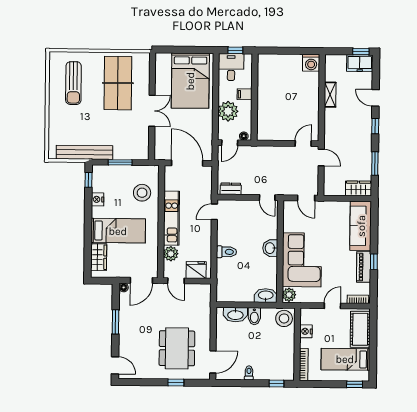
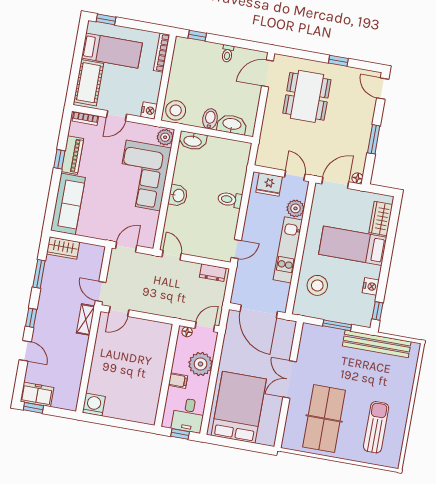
shelving: (330, 95) -> (86, 320), moved
door: (306, 198) -> (126, 247), hinge flipped
nightstand: (306, 331) -> (149, 110), moved
window: (176, 382) -> (338, 61), moved

